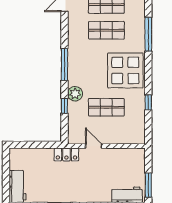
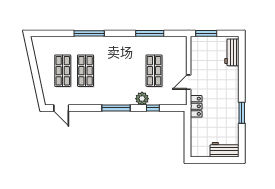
display table: (125, 70) -> (121, 54), removed
window: (148, 102) -> (150, 33), width x2.17
window: (148, 185) -> (206, 33), moved

